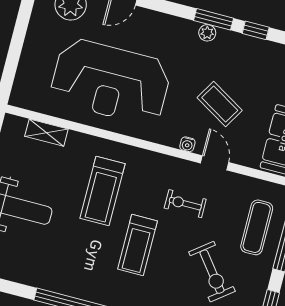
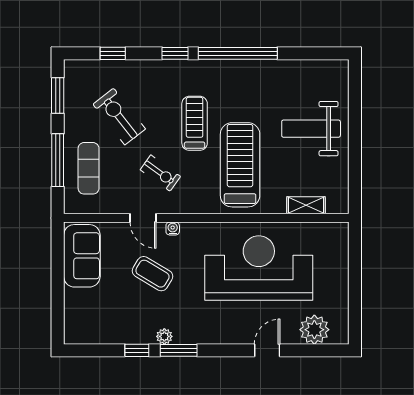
plant: (207, 33) -> (164, 336), moved
treadmill: (102, 191) -> (240, 165), width x1.37, depth x1.38
exercise bike: (185, 204) -> (160, 173), turned 36

